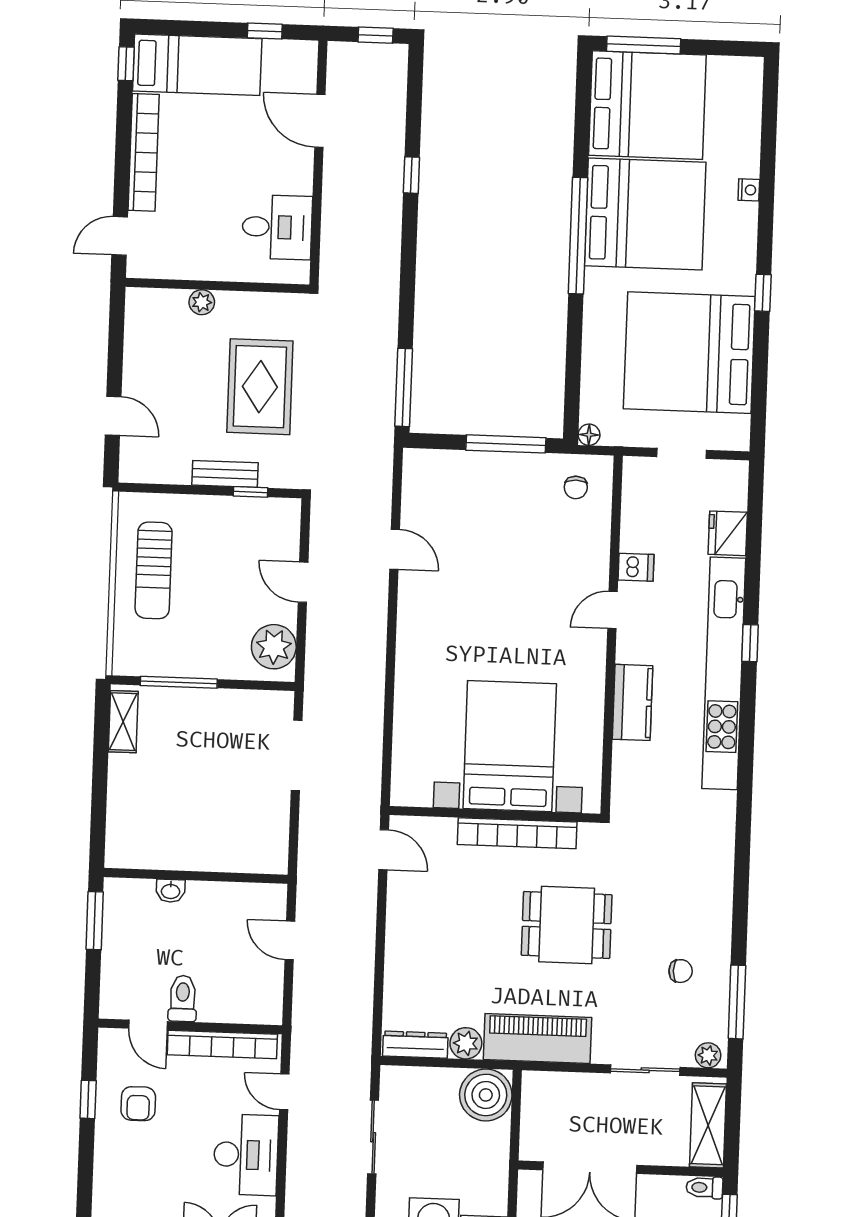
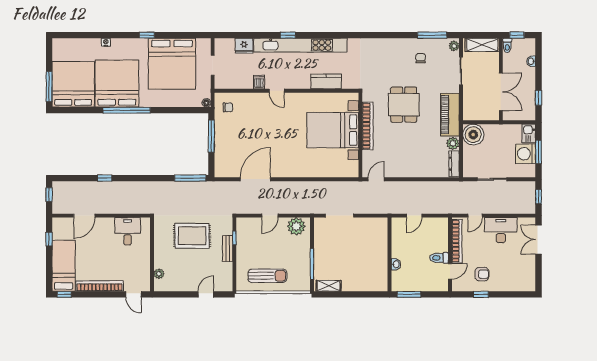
plant: (202, 302) -> (159, 274), moved
door: (395, 549) -> (255, 179), width x1.88
kitchen counter: (633, 702) -> (326, 81), moved

